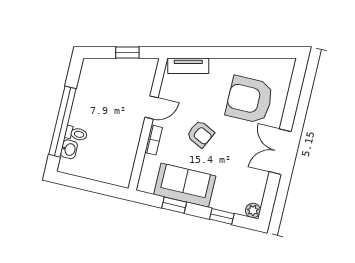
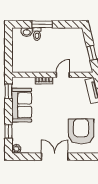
door: (152, 107) -> (63, 75), swing flipped
window: (62, 122) -> (42, 24), width x0.47
armchair: (200, 134) -> (54, 107), removed
window: (174, 205) -> (8, 91), moved

